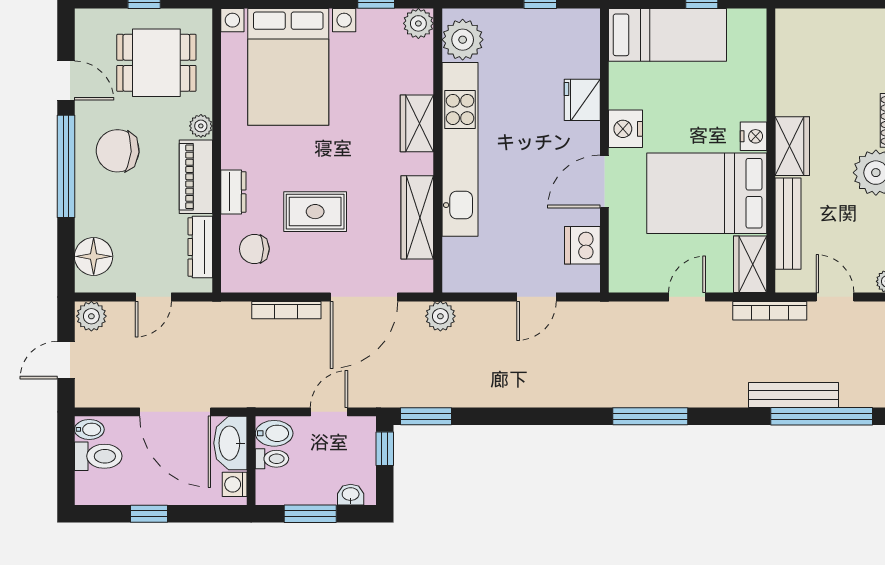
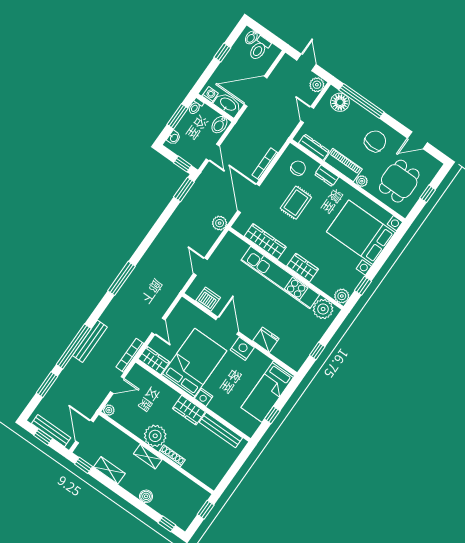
window: (66, 166) -> (361, 101), moved
bench: (788, 224) -> (221, 430), moved
bidet: (89, 429) -> (251, 37), moved
toilet: (272, 459) -> (196, 107), moved

